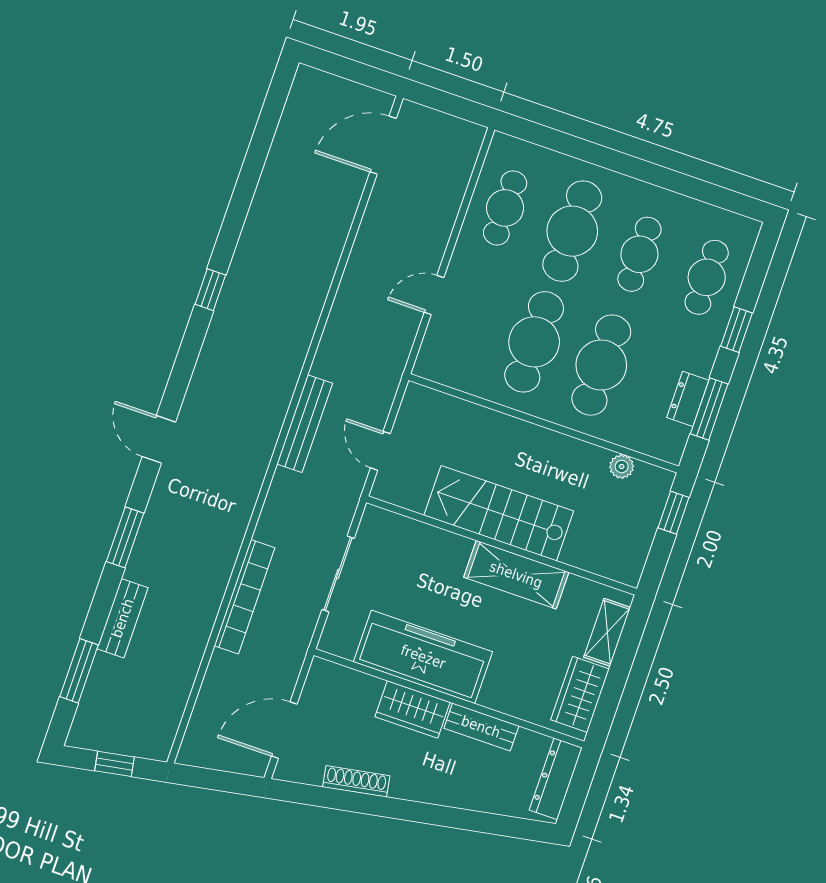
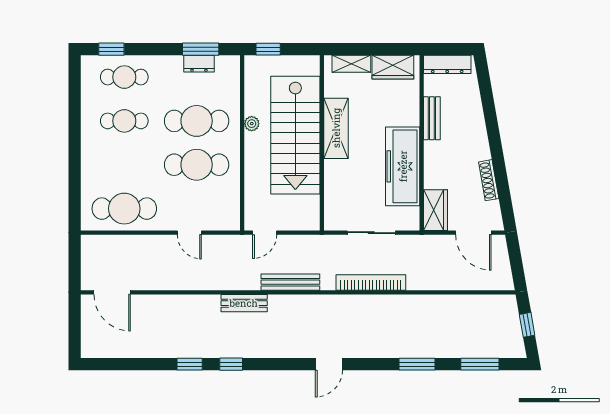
cafe table: (505, 208) -> (124, 209), width x1.37, depth x1.35
window: (232, 226) -> (190, 364), added
cafe table: (572, 231) -> (124, 165), removed
window: (737, 330) -> (111, 49), moved
door: (380, 451) -> (265, 233), moved
plant: (622, 466) -> (252, 124), moved
stairs: (499, 513) -> (295, 135), width x1.36, depth x1.51
window: (125, 537) -> (417, 364), moved
bookcase: (245, 597) -> (371, 282), moved
bench: (123, 618) -> (244, 303), moved
wardrobe: (412, 709) -> (435, 210), moved

